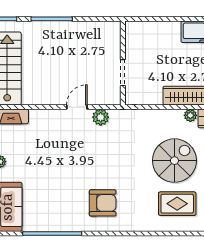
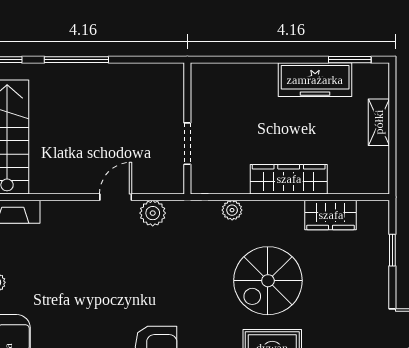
plant: (190, 115) -> (232, 210), moved
spiral stairs: (174, 161) -> (268, 281), turned 180

